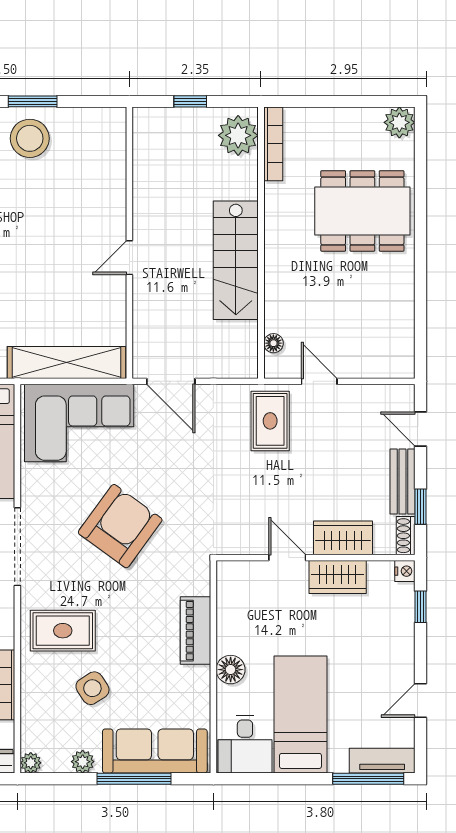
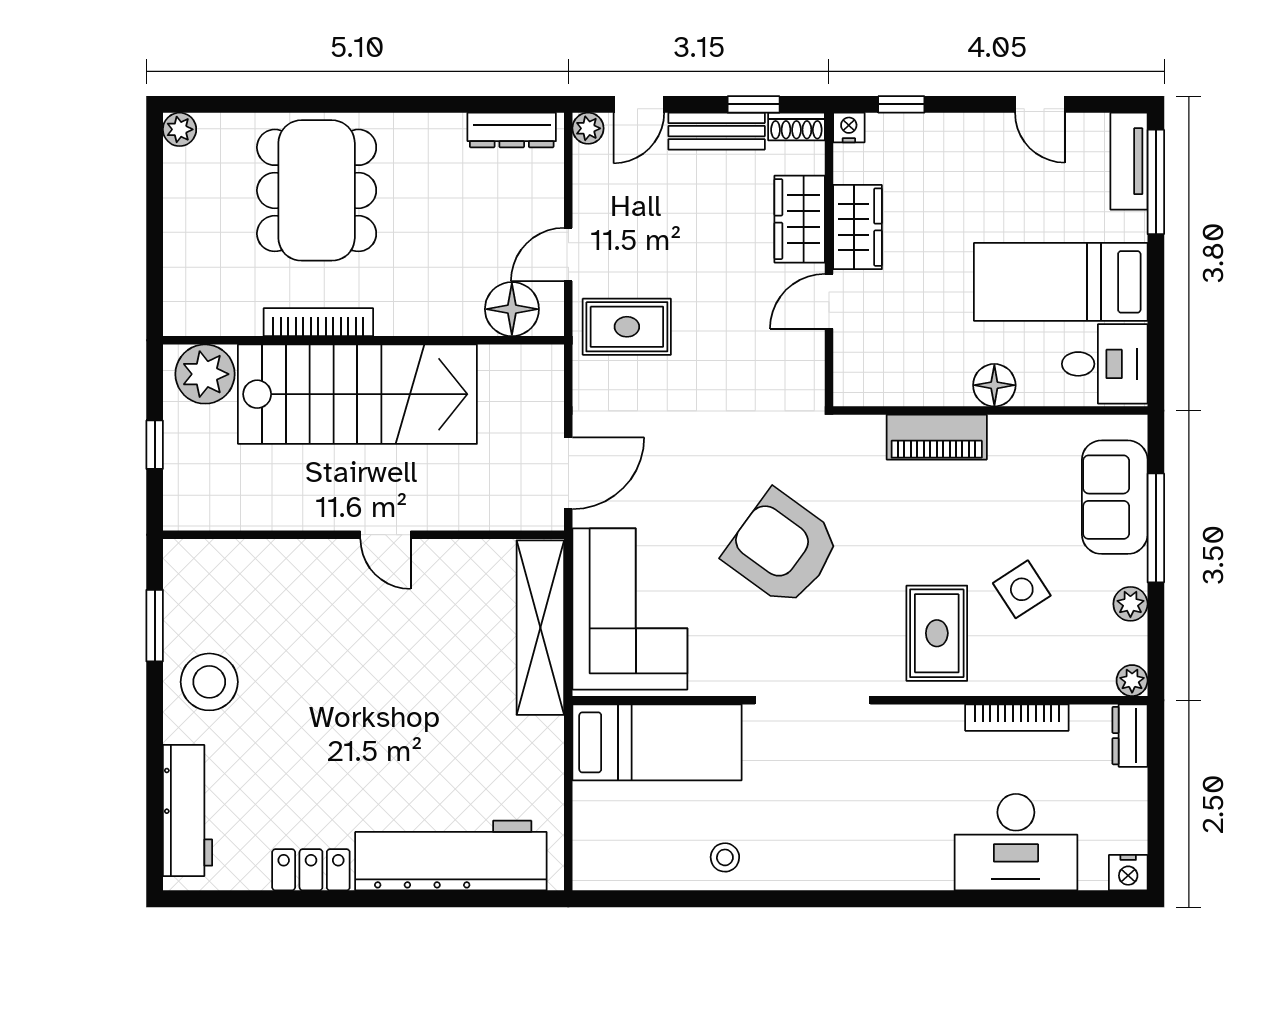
window: (33, 101) -> (155, 626), moved
plant: (399, 122) -> (180, 129), width x0.73, depth x0.73
bookcase: (273, 144) -> (318, 322), moved
stairs: (236, 260) -> (357, 394), width x1.36, depth x1.51
floor lamp: (273, 343) -> (512, 309), width x1.89, depth x1.89
dresser: (403, 343) -> (512, 130), added
plant: (404, 395) -> (588, 128), added
sofa: (155, 751) -> (1115, 497), width x0.73

